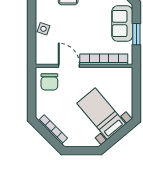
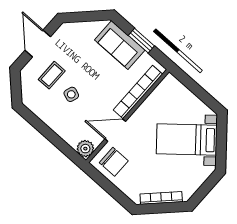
side table: (43, 29) -> (71, 94), moved
plant: (42, 58) -> (85, 149), added

